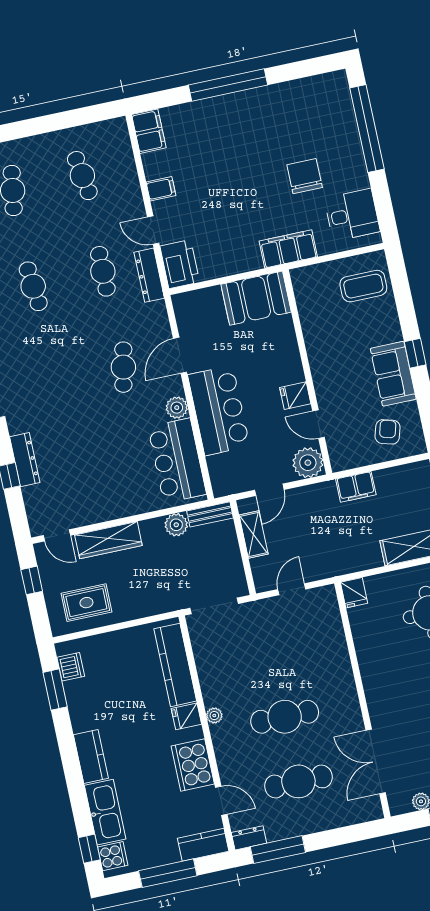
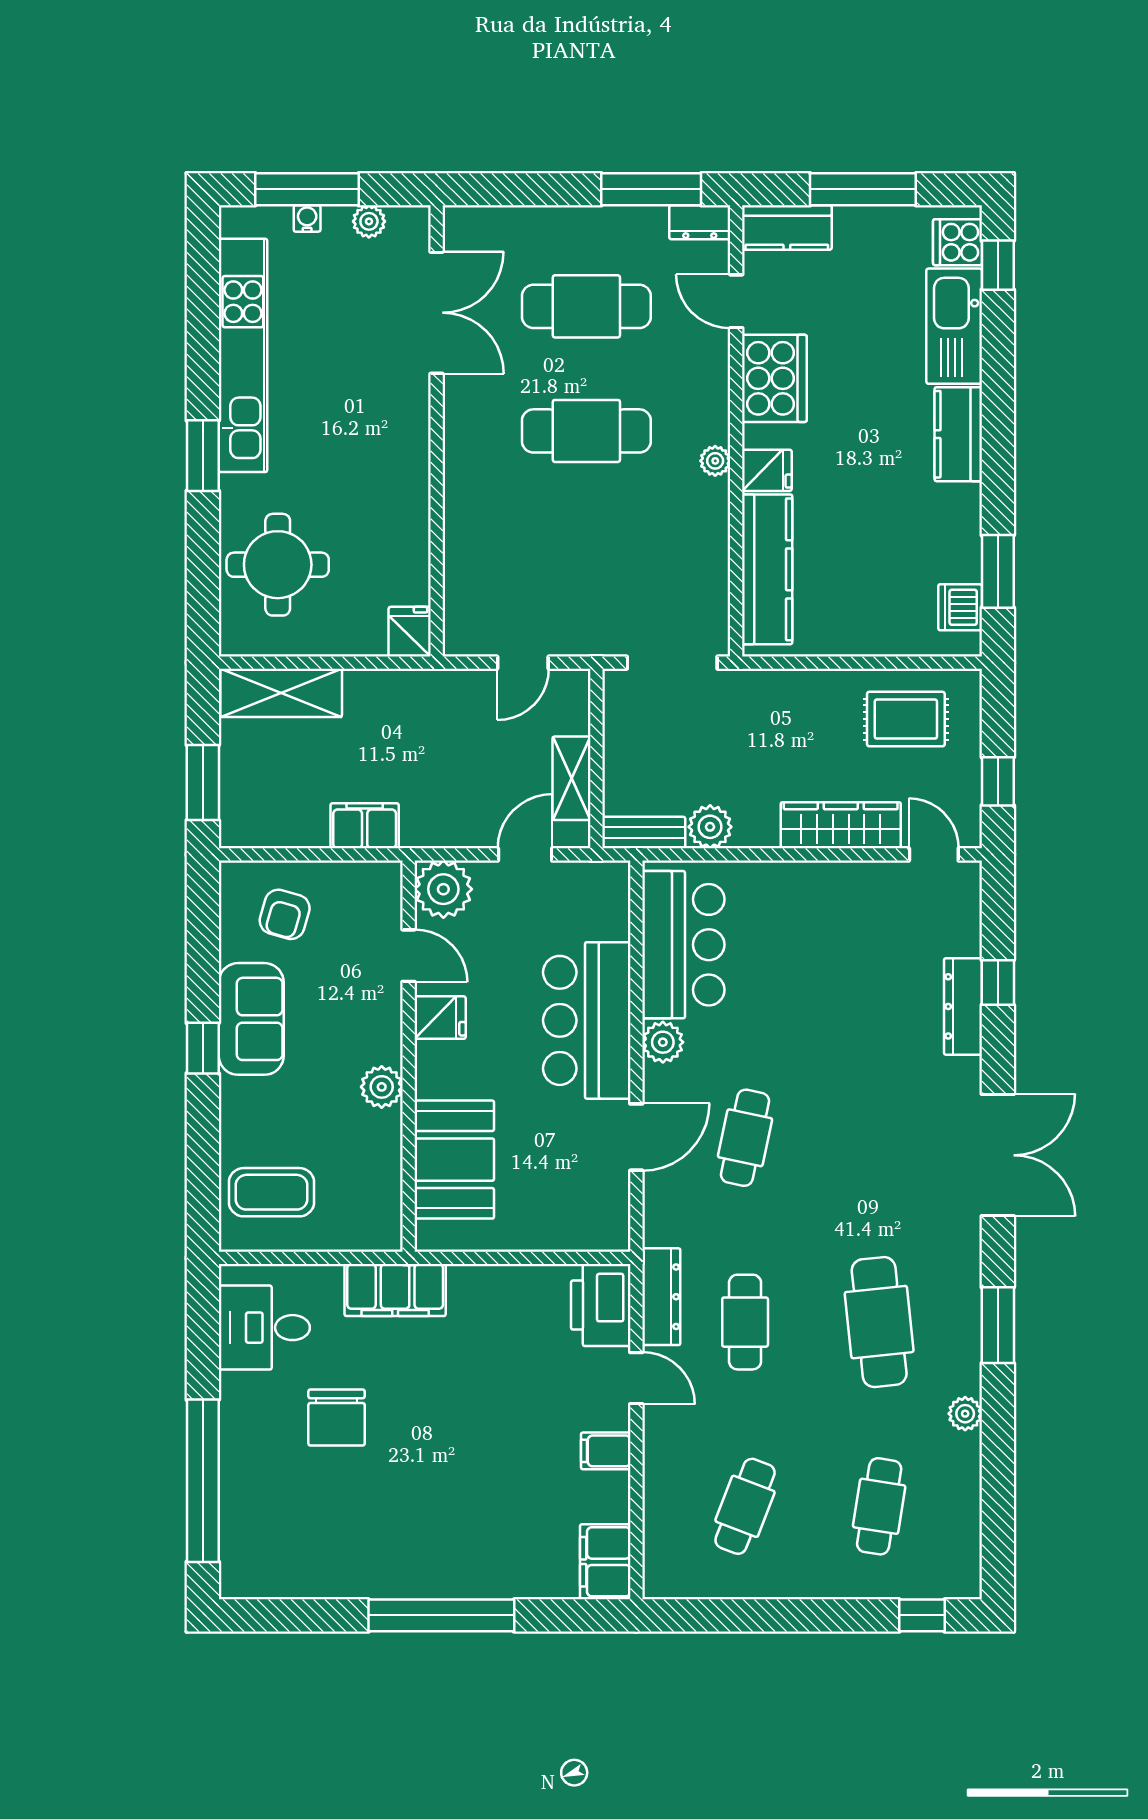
cafe table: (82, 176) -> (745, 1506), turned 30
cafe table: (33, 286) -> (879, 1322), width x1.37, depth x1.35
booth: (256, 298) -> (454, 1160), moved, turned 90
plant: (318, 353) -> (382, 1087), added

